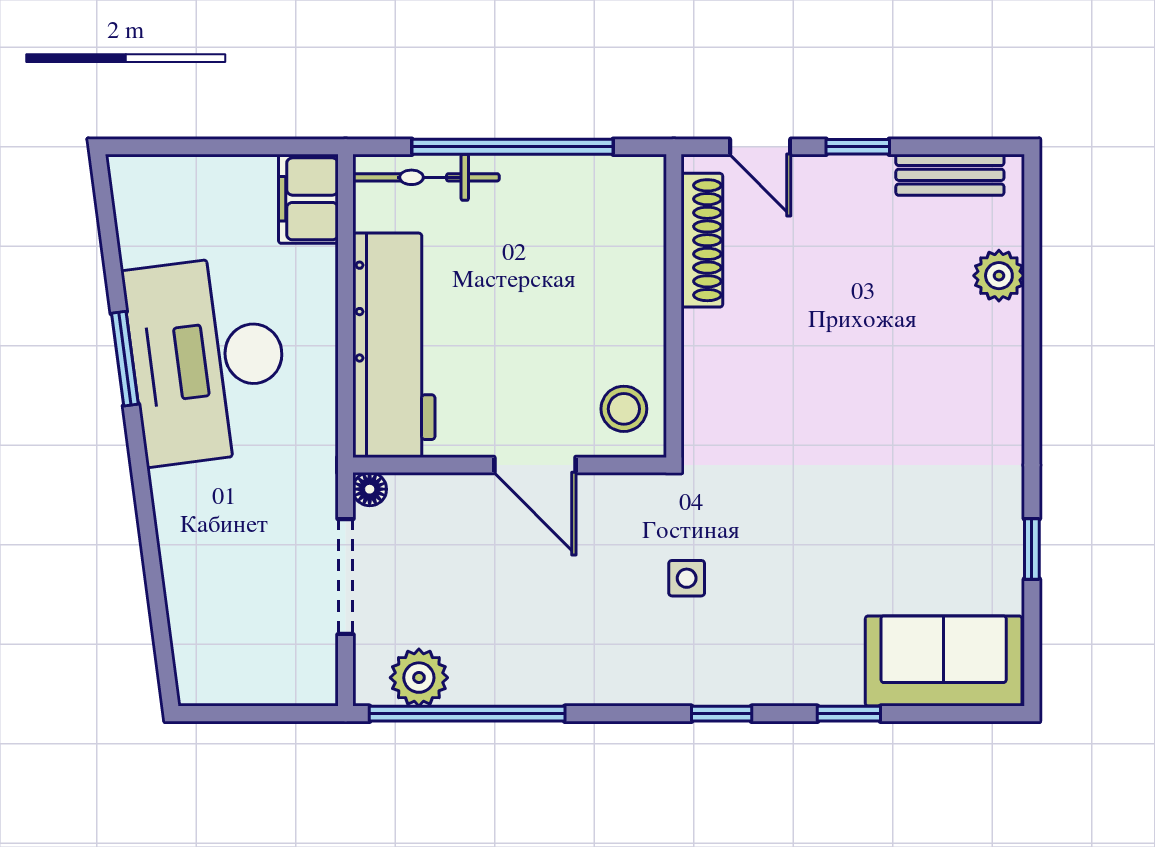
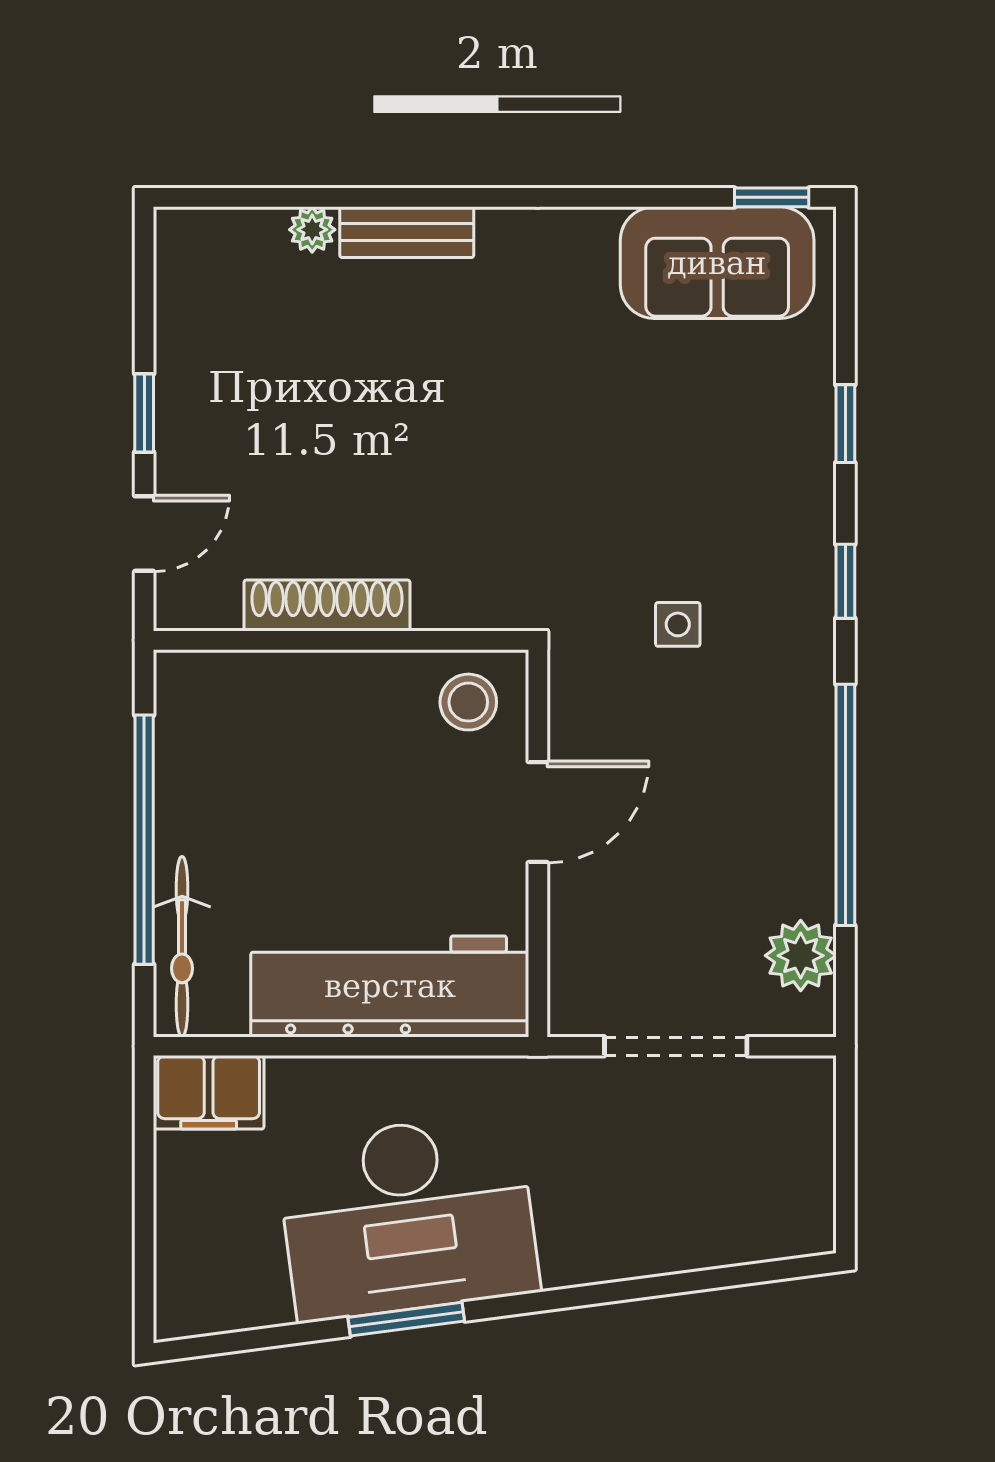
bench: (950, 175) -> (407, 232), moved, turned 90
shoe rack: (702, 240) -> (327, 605), moved
plant: (999, 276) -> (312, 230), width x0.73, depth x0.73
floor lamp: (370, 489) -> (568, 1016), removed
window: (1032, 549) -> (772, 197), moved
sofa: (944, 661) -> (717, 263), moved, turned -90
window: (467, 714) -> (845, 805), moved

